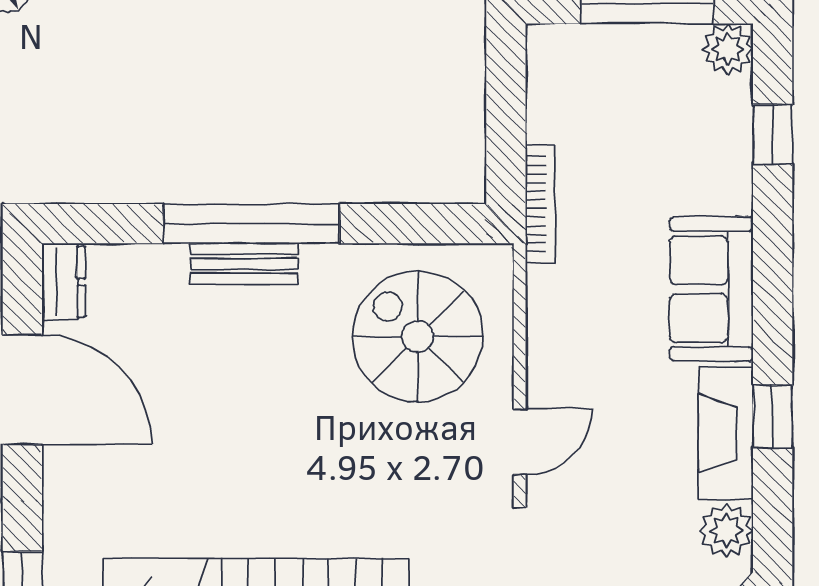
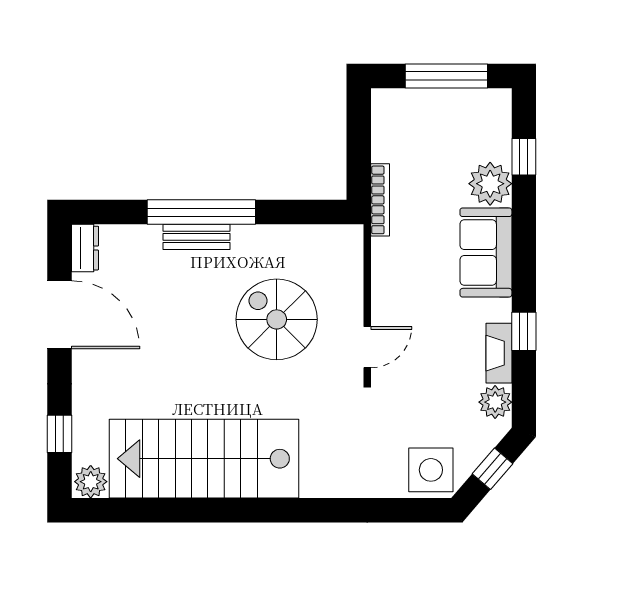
plant: (727, 49) -> (490, 184), moved, width x1.36, depth x1.36
spiral stairs: (418, 337) -> (277, 319), moved
fireplace: (726, 434) -> (499, 353), width x0.73, depth x0.76

